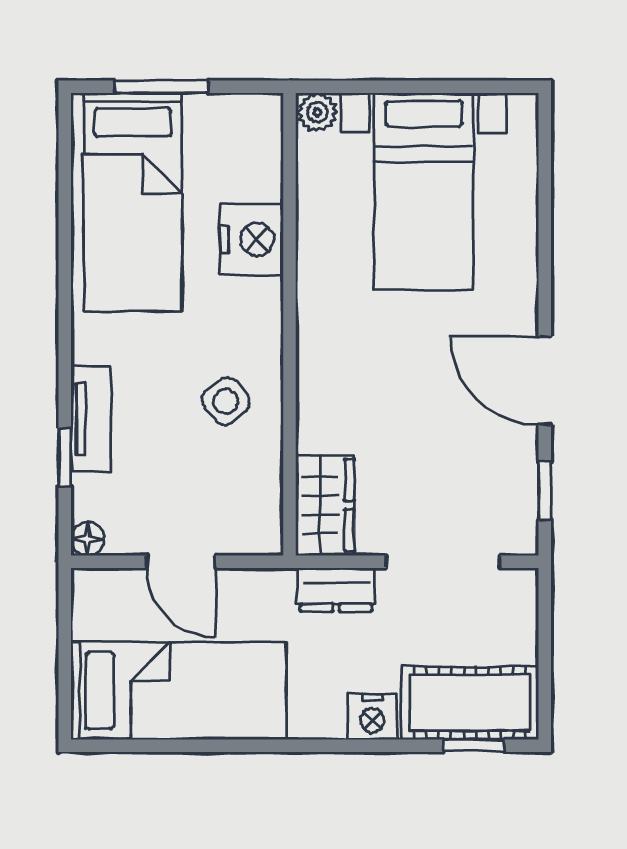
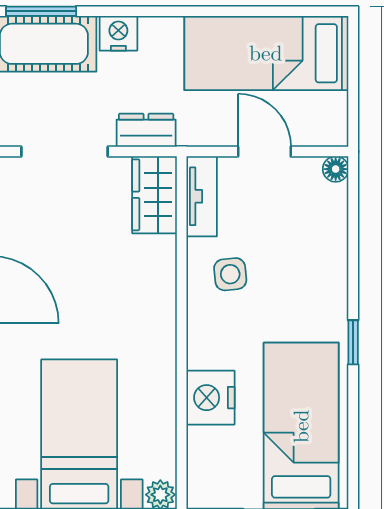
side table: (226, 401) -> (230, 274), turned 33
tv unit: (91, 419) -> (202, 196), moved, turned 180
window: (65, 457) -> (353, 342), moved
window: (474, 746) -> (41, 11), width x1.50

